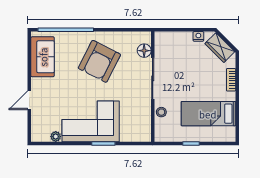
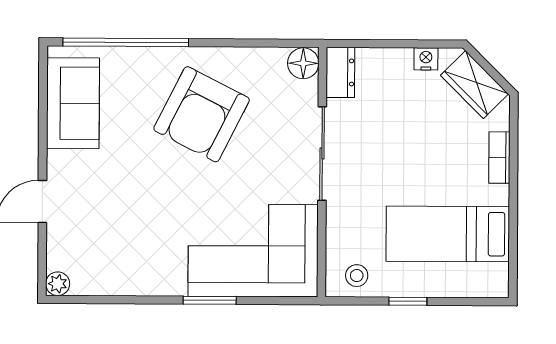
dresser: (161, 43) -> (340, 72), added
floor lamp: (144, 51) -> (303, 63), moved
stool: (161, 112) -> (357, 276), moved
corner sofa: (91, 121) -> (253, 250), moved
plant: (56, 137) -> (58, 284), moved

